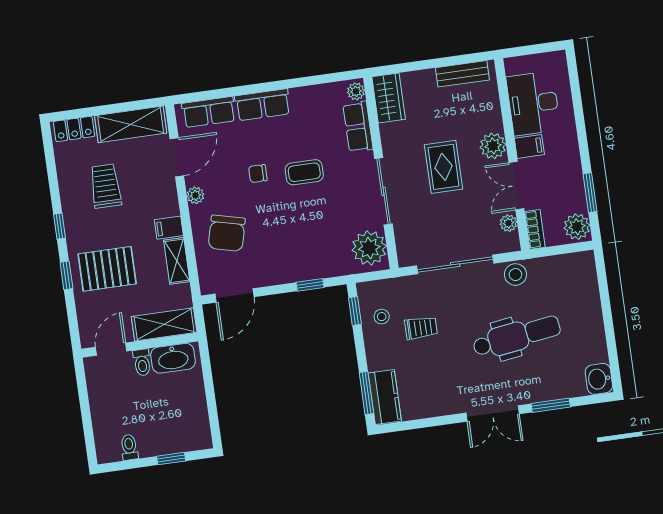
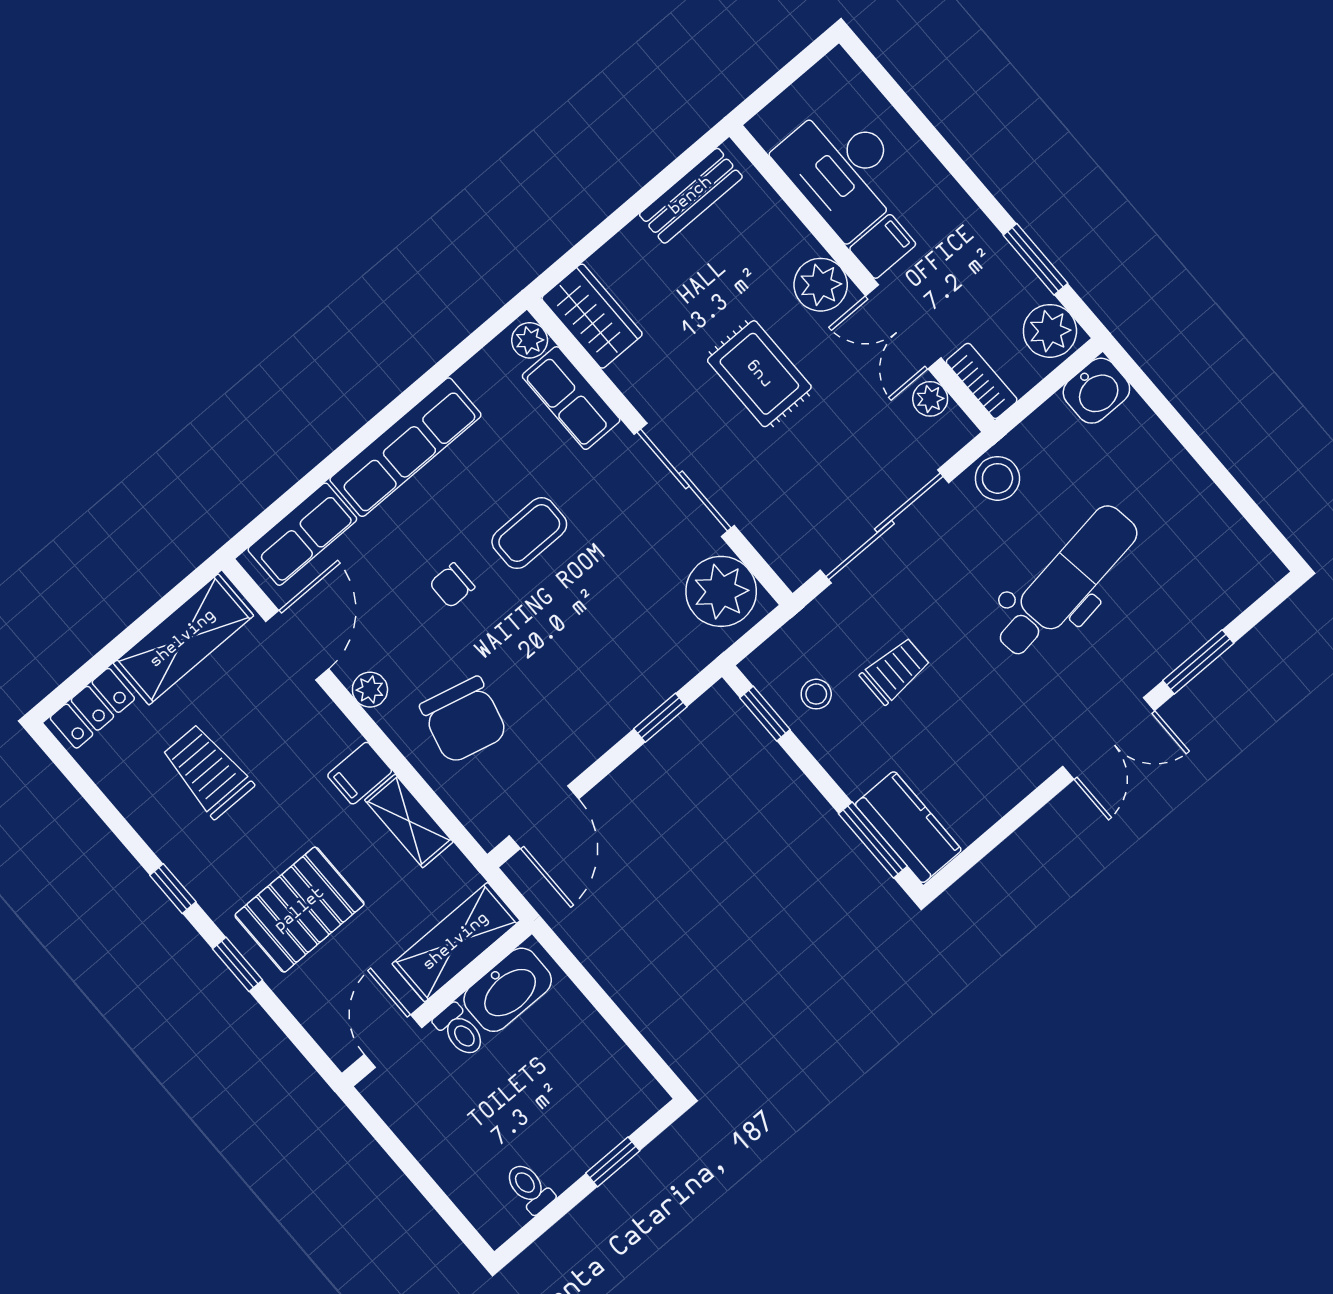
row of seats: (263, 105) -> (405, 447), width x1.48
washbasin: (599, 379) -> (1096, 391), moved, turned -90

